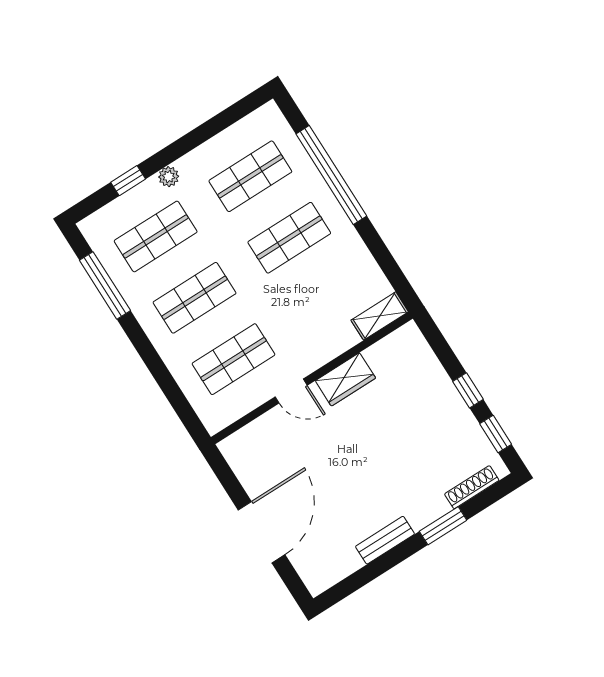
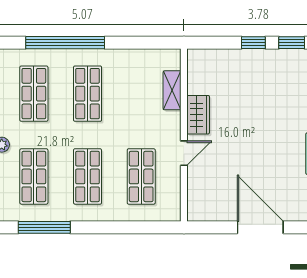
shelving: (380, 316) -> (172, 90), moved

